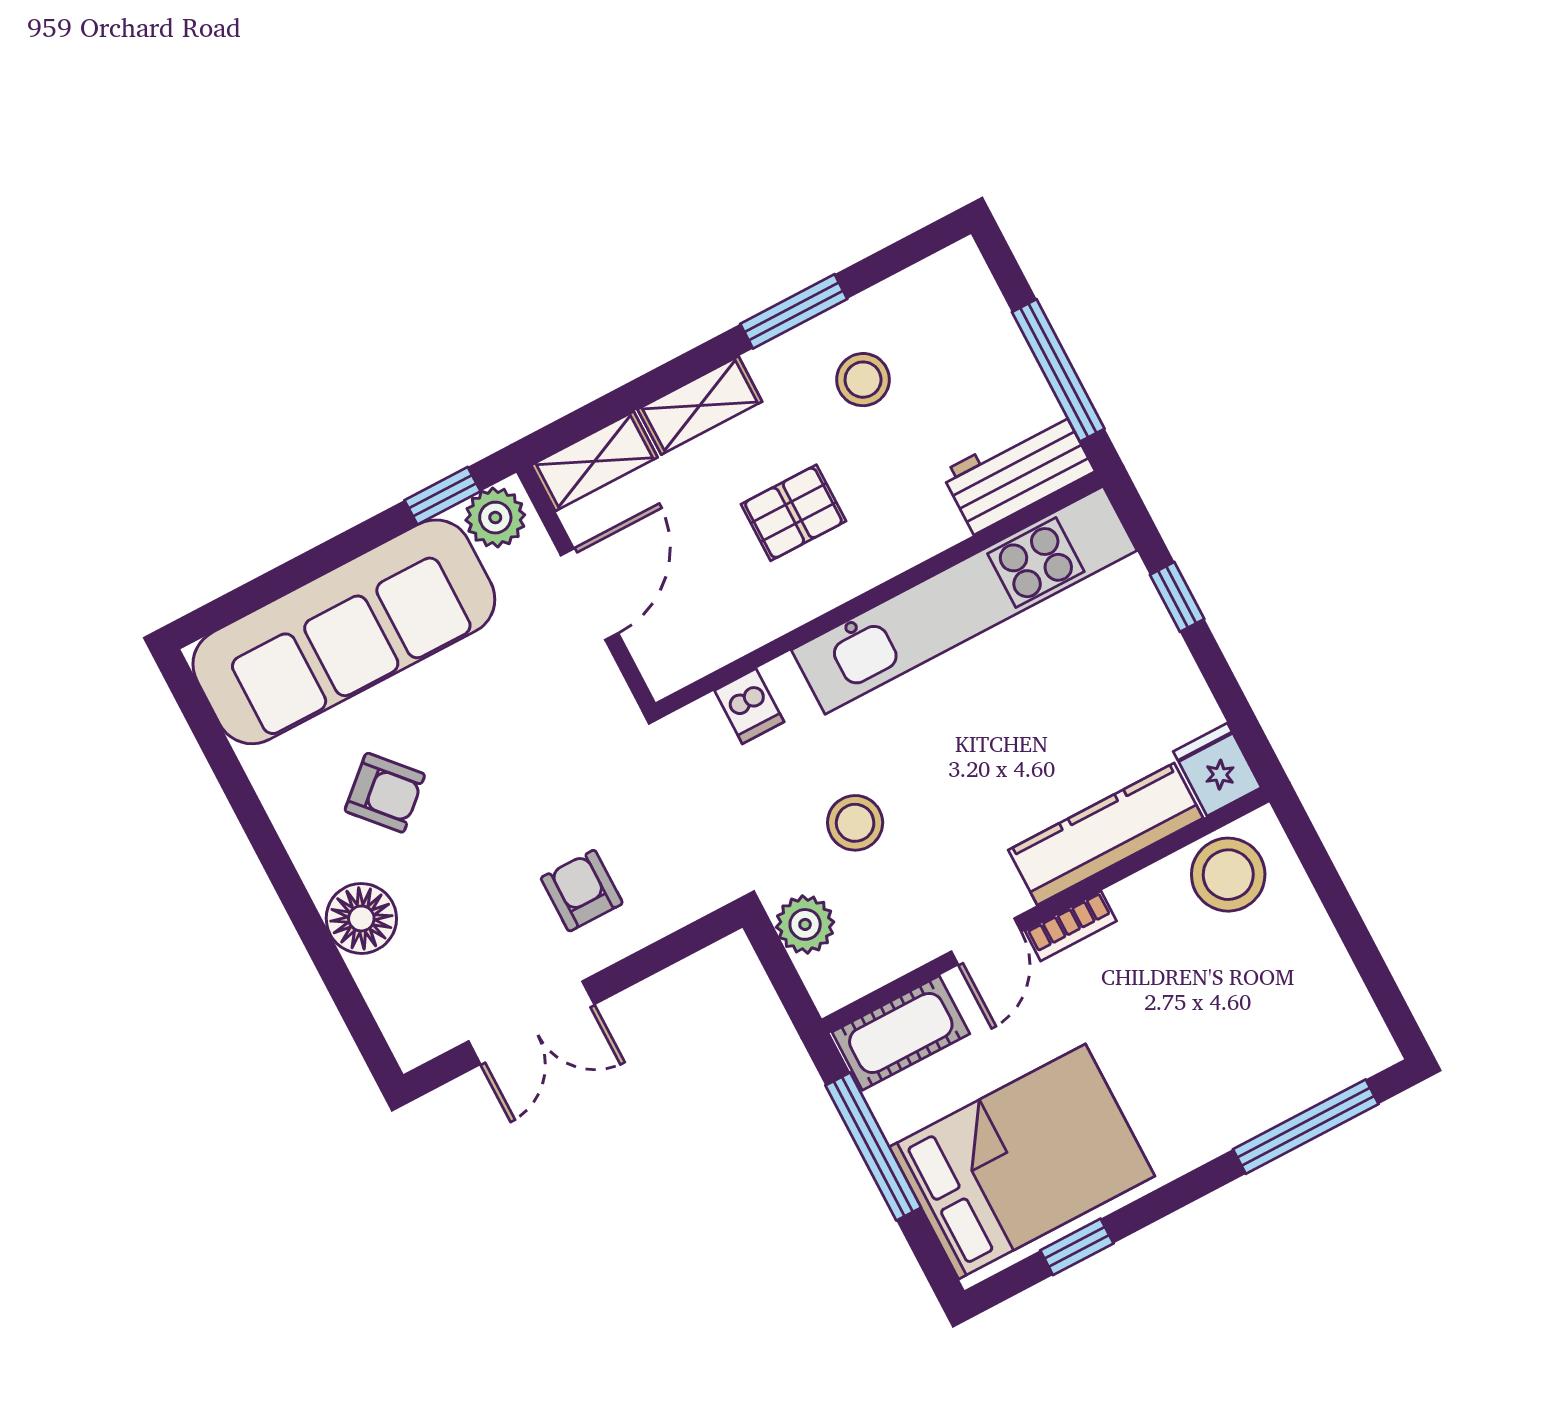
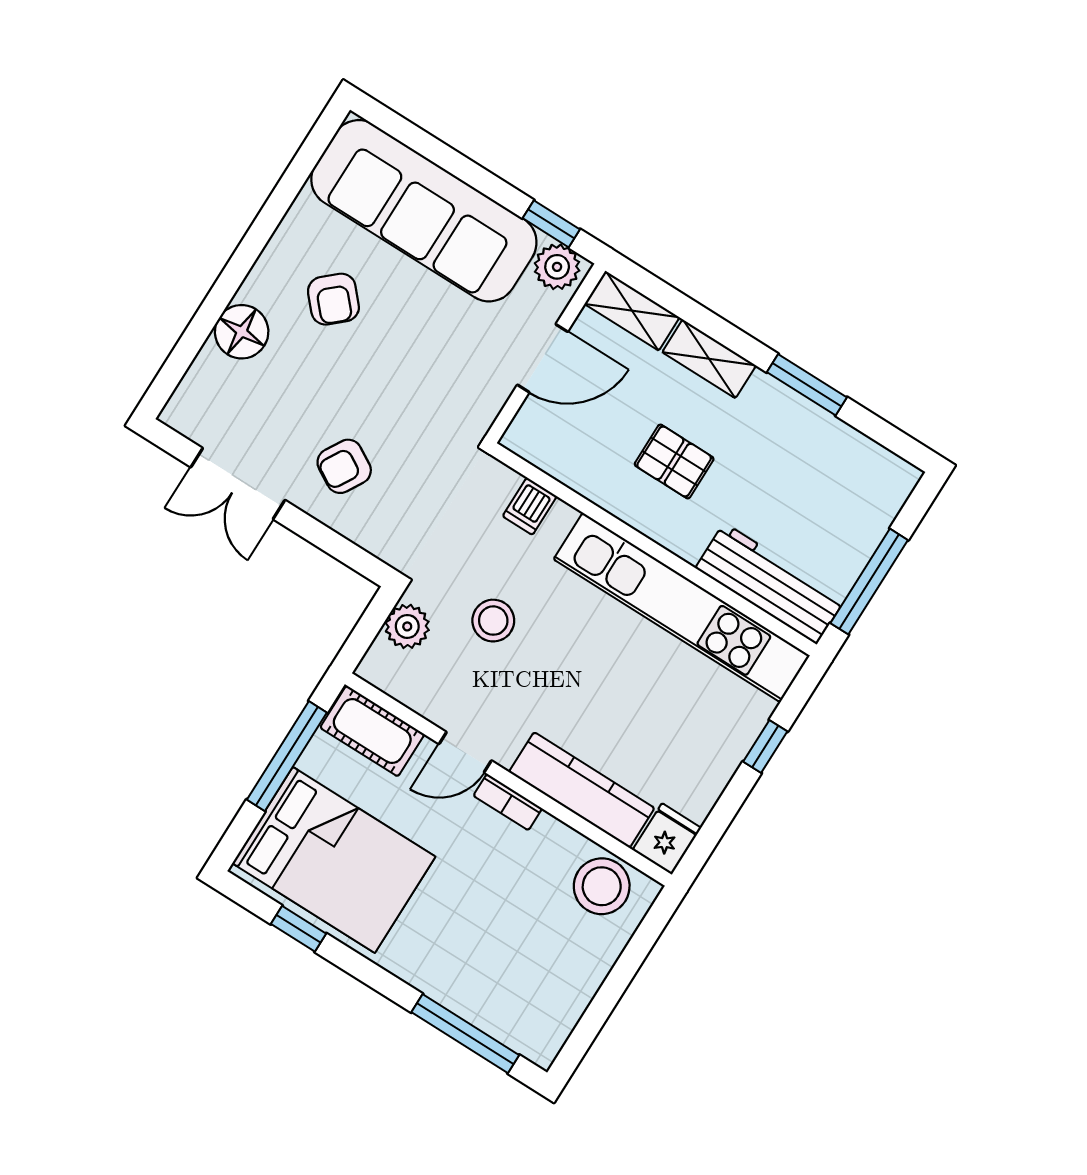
stool: (863, 380) -> (788, 456), removed
workbench: (1018, 472) -> (770, 583), width x1.38
armchair: (582, 891) -> (344, 466), turned -150

